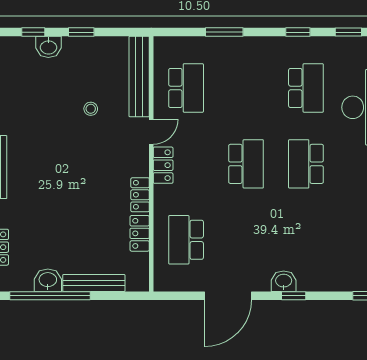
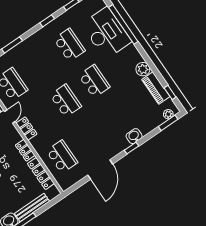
school desk: (306, 164) -> (94, 81), turned 180
locker: (140, 233) -> (41, 174), width x1.53
school desk: (186, 240) -> (62, 157), turned 180
washbasin: (284, 281) -> (134, 136), moved

